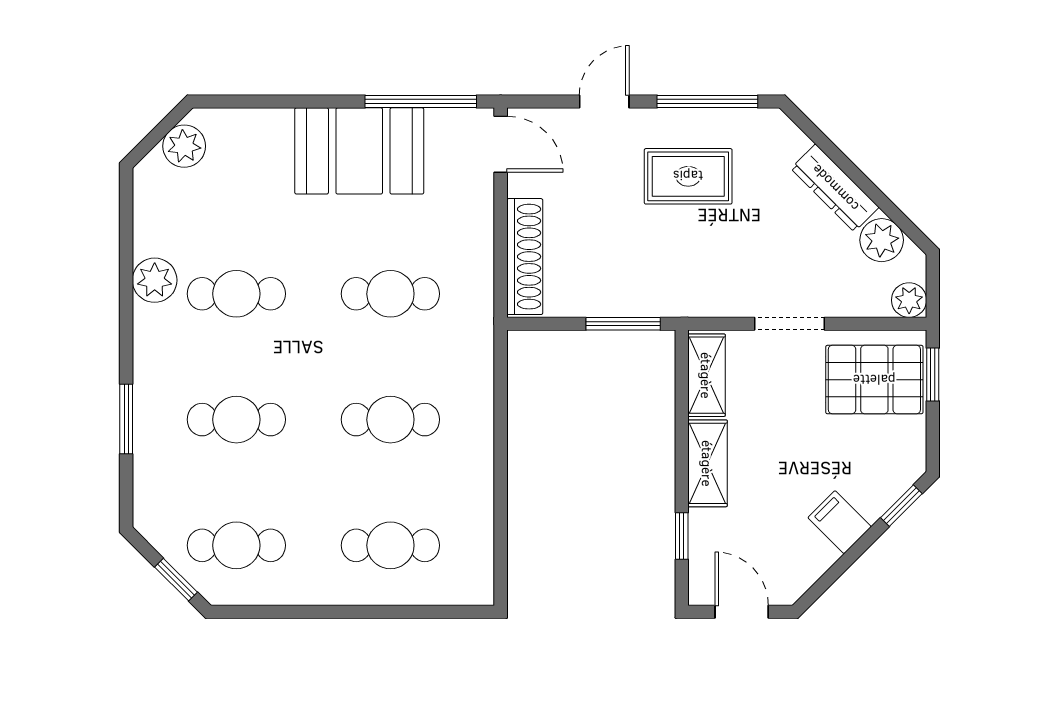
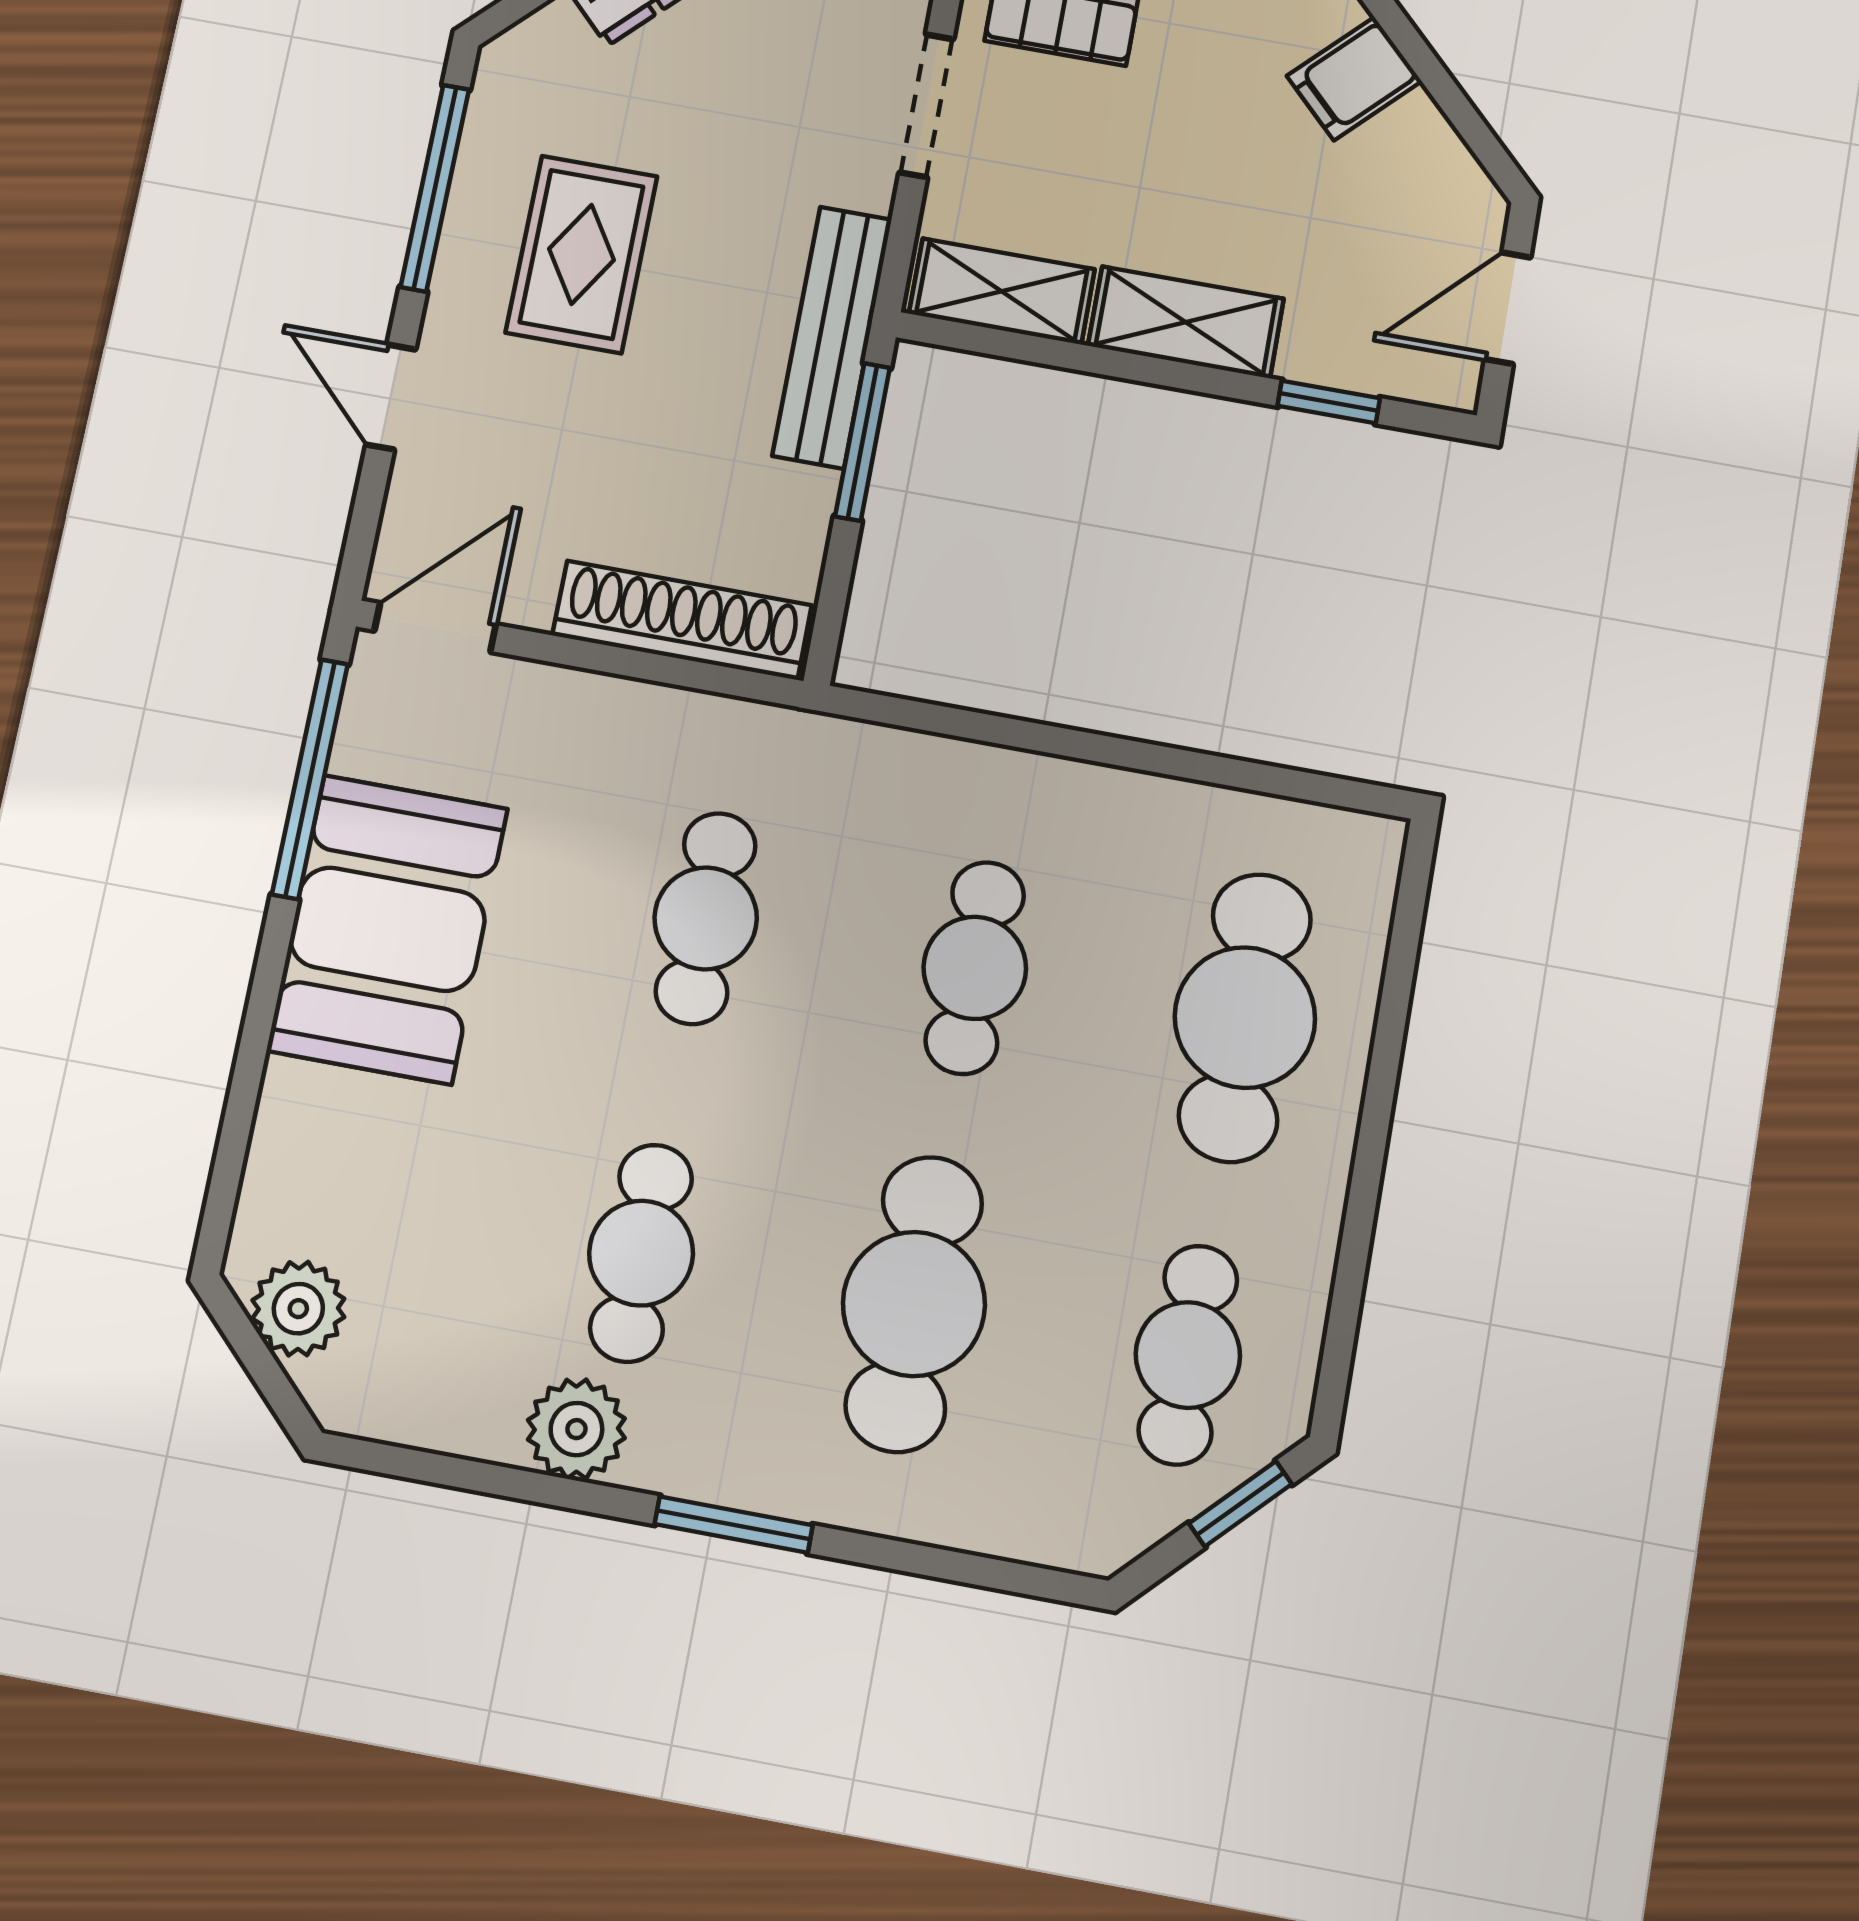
bench: (670, 300) -> (832, 337), added
window: (126, 419) -> (734, 1525), moved
cafe table: (236, 420) -> (914, 1304), width x1.37, depth x1.35
cafe table: (390, 545) -> (1245, 1018), width x1.37, depth x1.35

